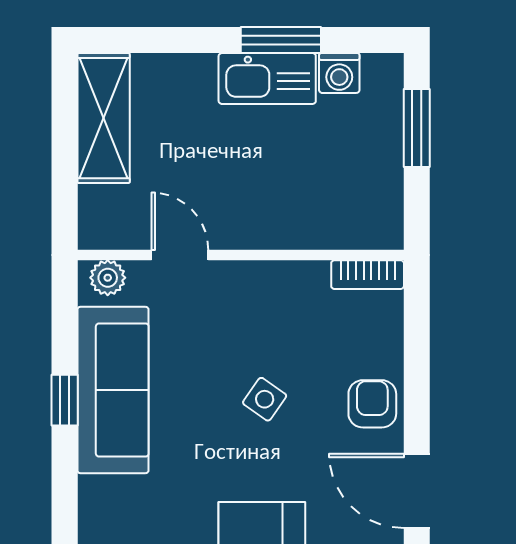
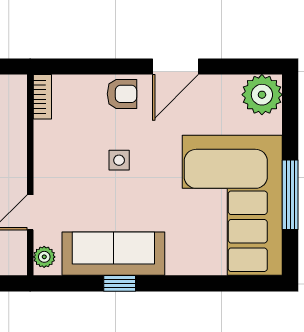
side table: (265, 399) -> (119, 160), turned -35
armchair: (372, 404) -> (122, 94), turned 180

